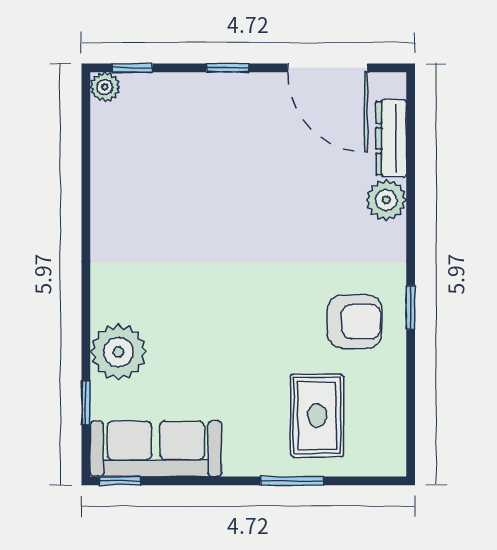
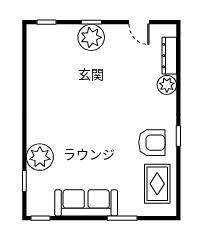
door: (327, 68) -> (139, 22), width x0.53
plant: (105, 87) -> (91, 37), moved, width x1.87, depth x1.87
rug: (317, 415) -> (157, 184), moved
sofa: (156, 449) -> (86, 203), moved

